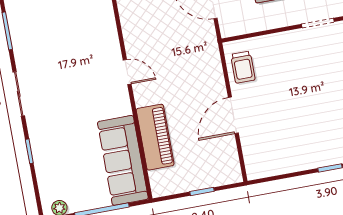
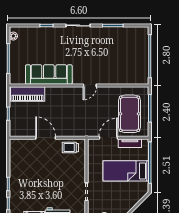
door: (127, 72) -> (90, 85), moved
piano: (155, 137) -> (28, 94), moved
sofa: (123, 160) -> (49, 74), moved

